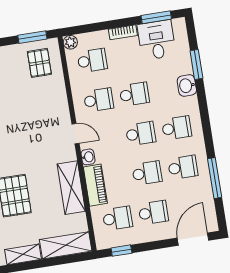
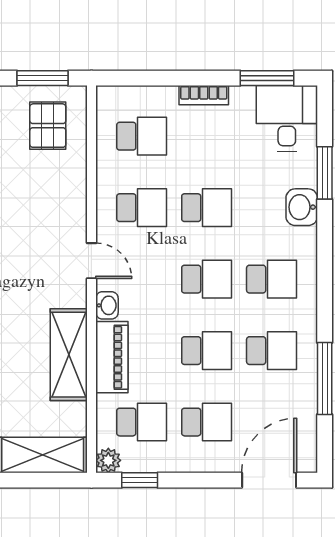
desk: (157, 40) -> (287, 118), moved
plant: (70, 42) -> (108, 460), moved

